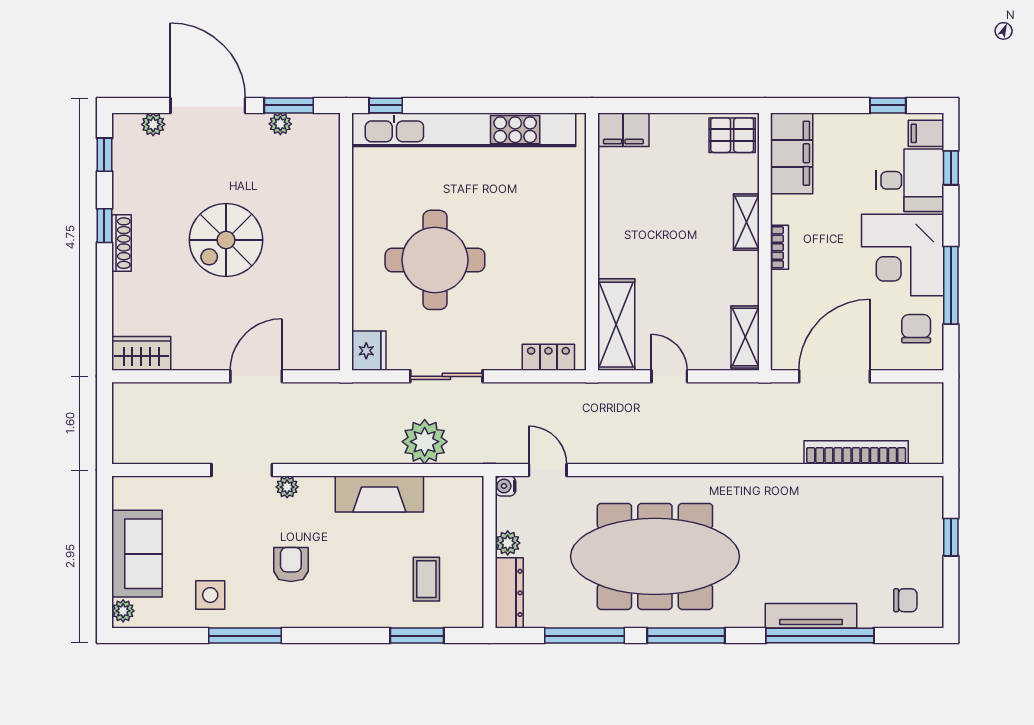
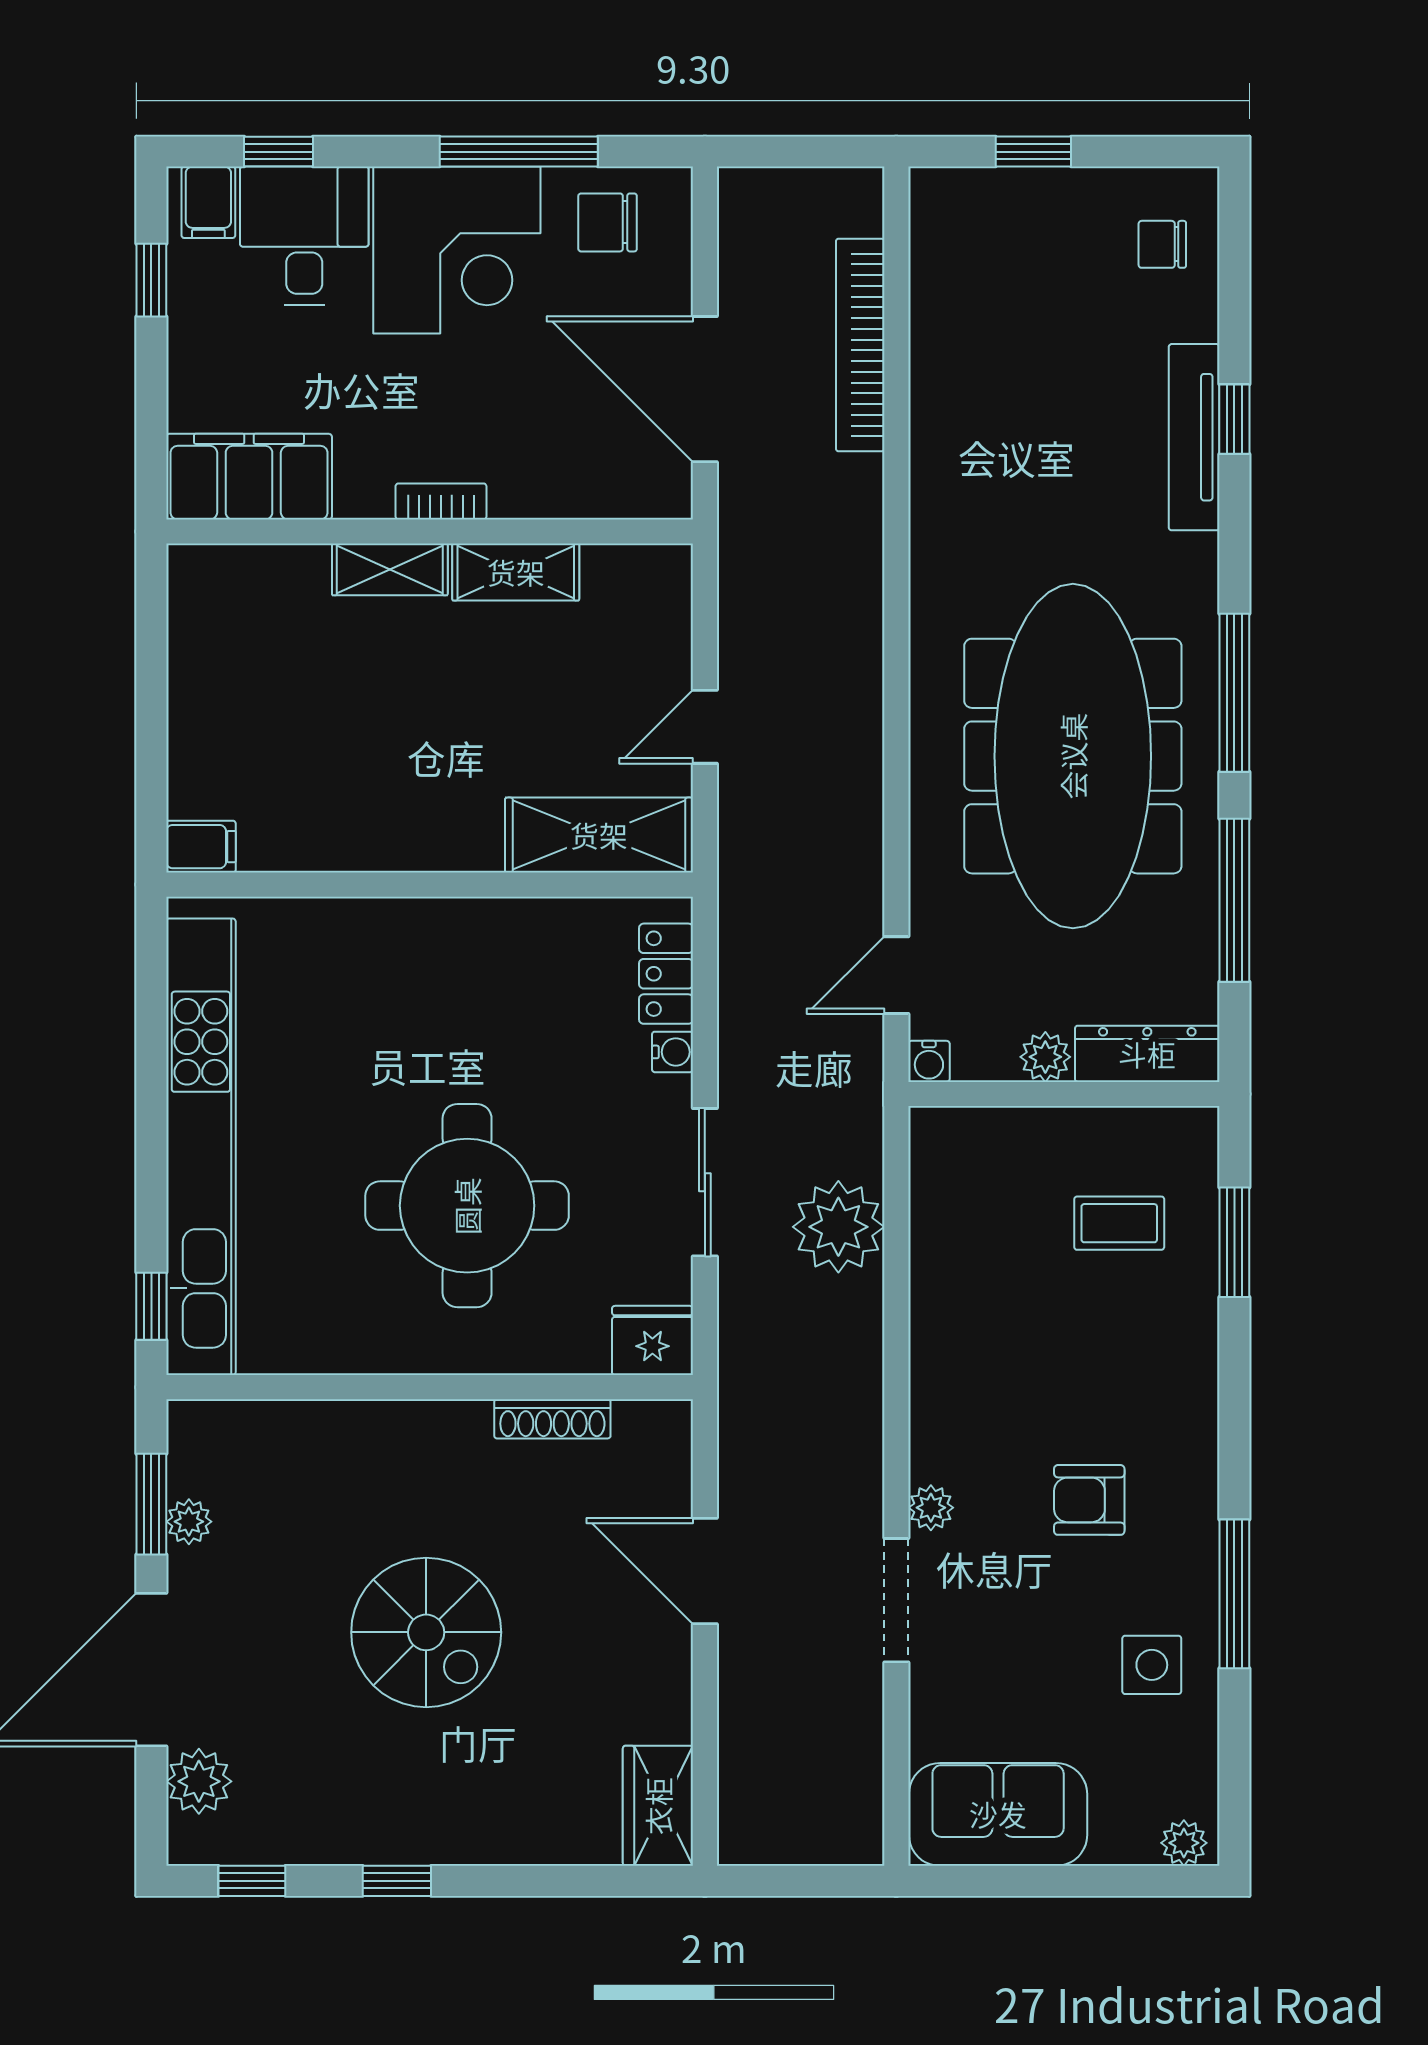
plant: (153, 124) -> (199, 1781), width x1.38, depth x1.38
filing cabinet: (623, 130) -> (201, 847), width x0.50
pallet: (732, 135) -> (212, 598), removed
shoe rack: (121, 243) -> (552, 1419), moved, turned 180
shelving: (745, 337) -> (516, 572), moved
water cooler: (510, 361) -> (672, 1052), added
fireplace: (379, 494) -> (945, 1319), removed
sofa: (137, 554) -> (998, 1814), moved
chair: (905, 600) -> (1162, 244), turned -90
window: (820, 636) -> (1234, 419), width x0.32

